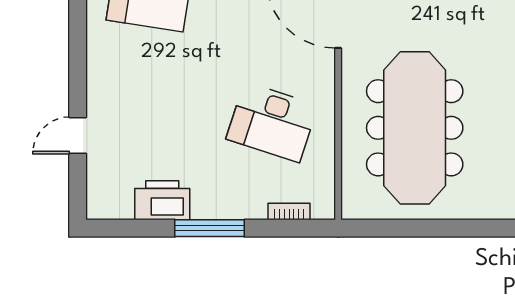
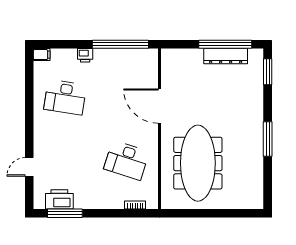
printer: (162, 200) -> (59, 199), moved
window: (210, 228) -> (65, 213), moved

